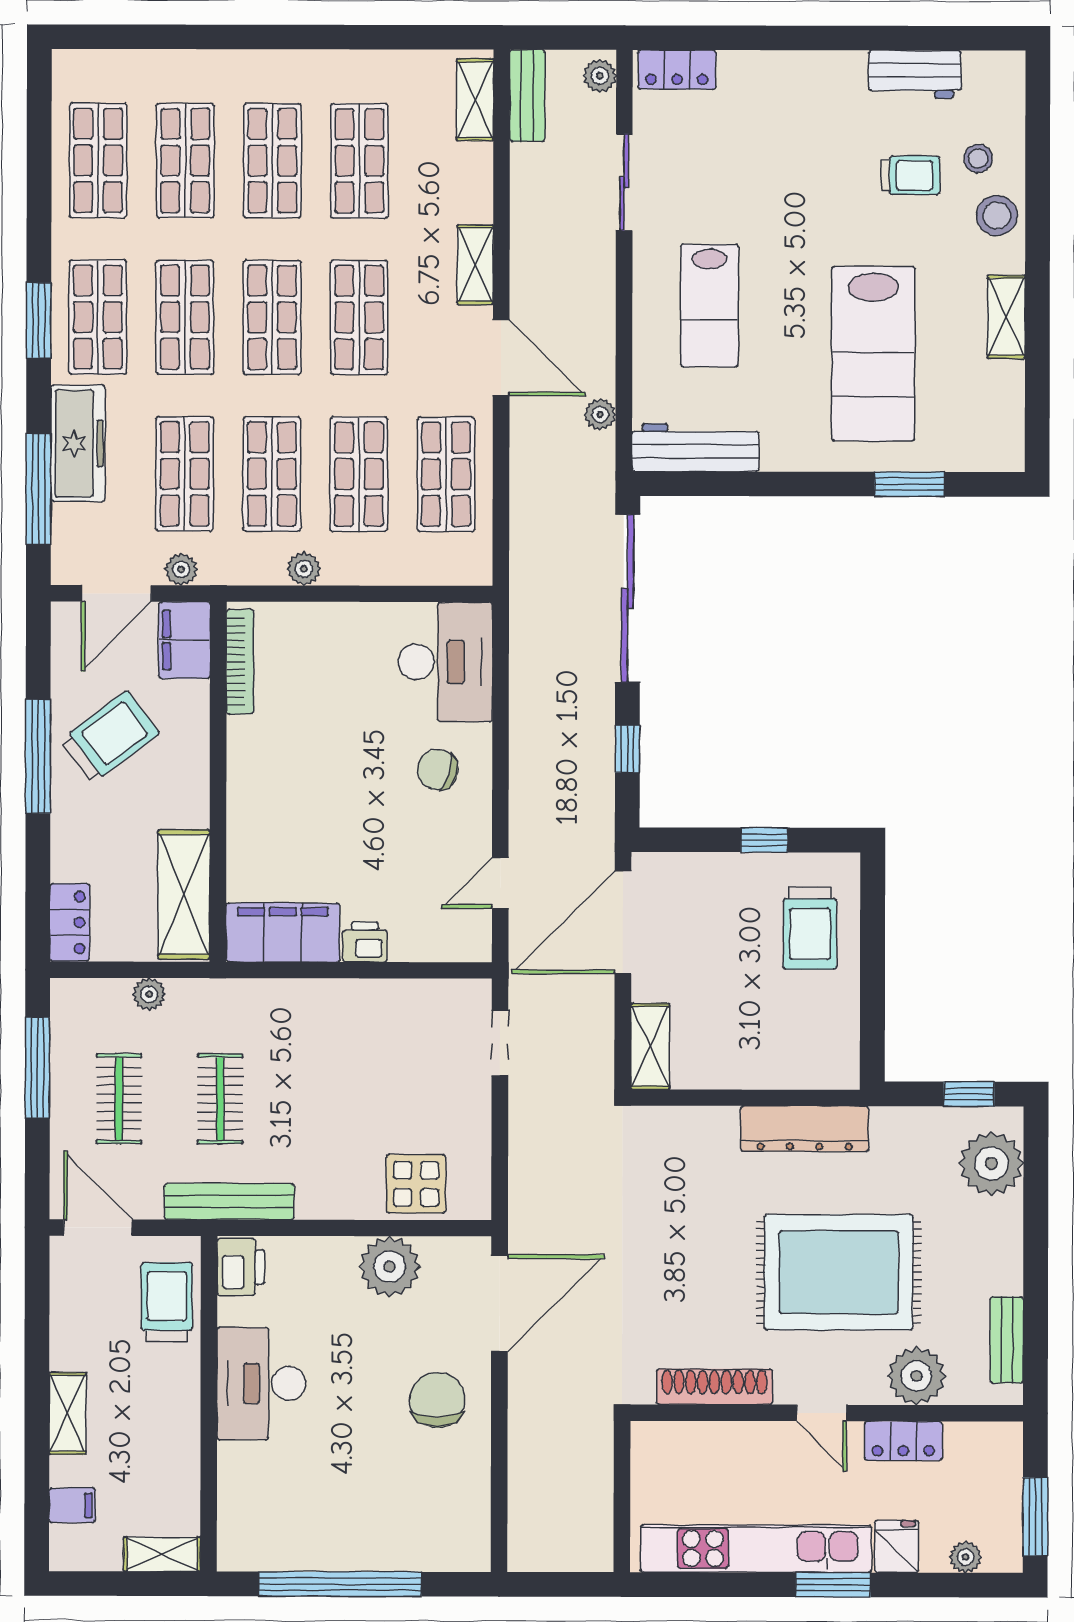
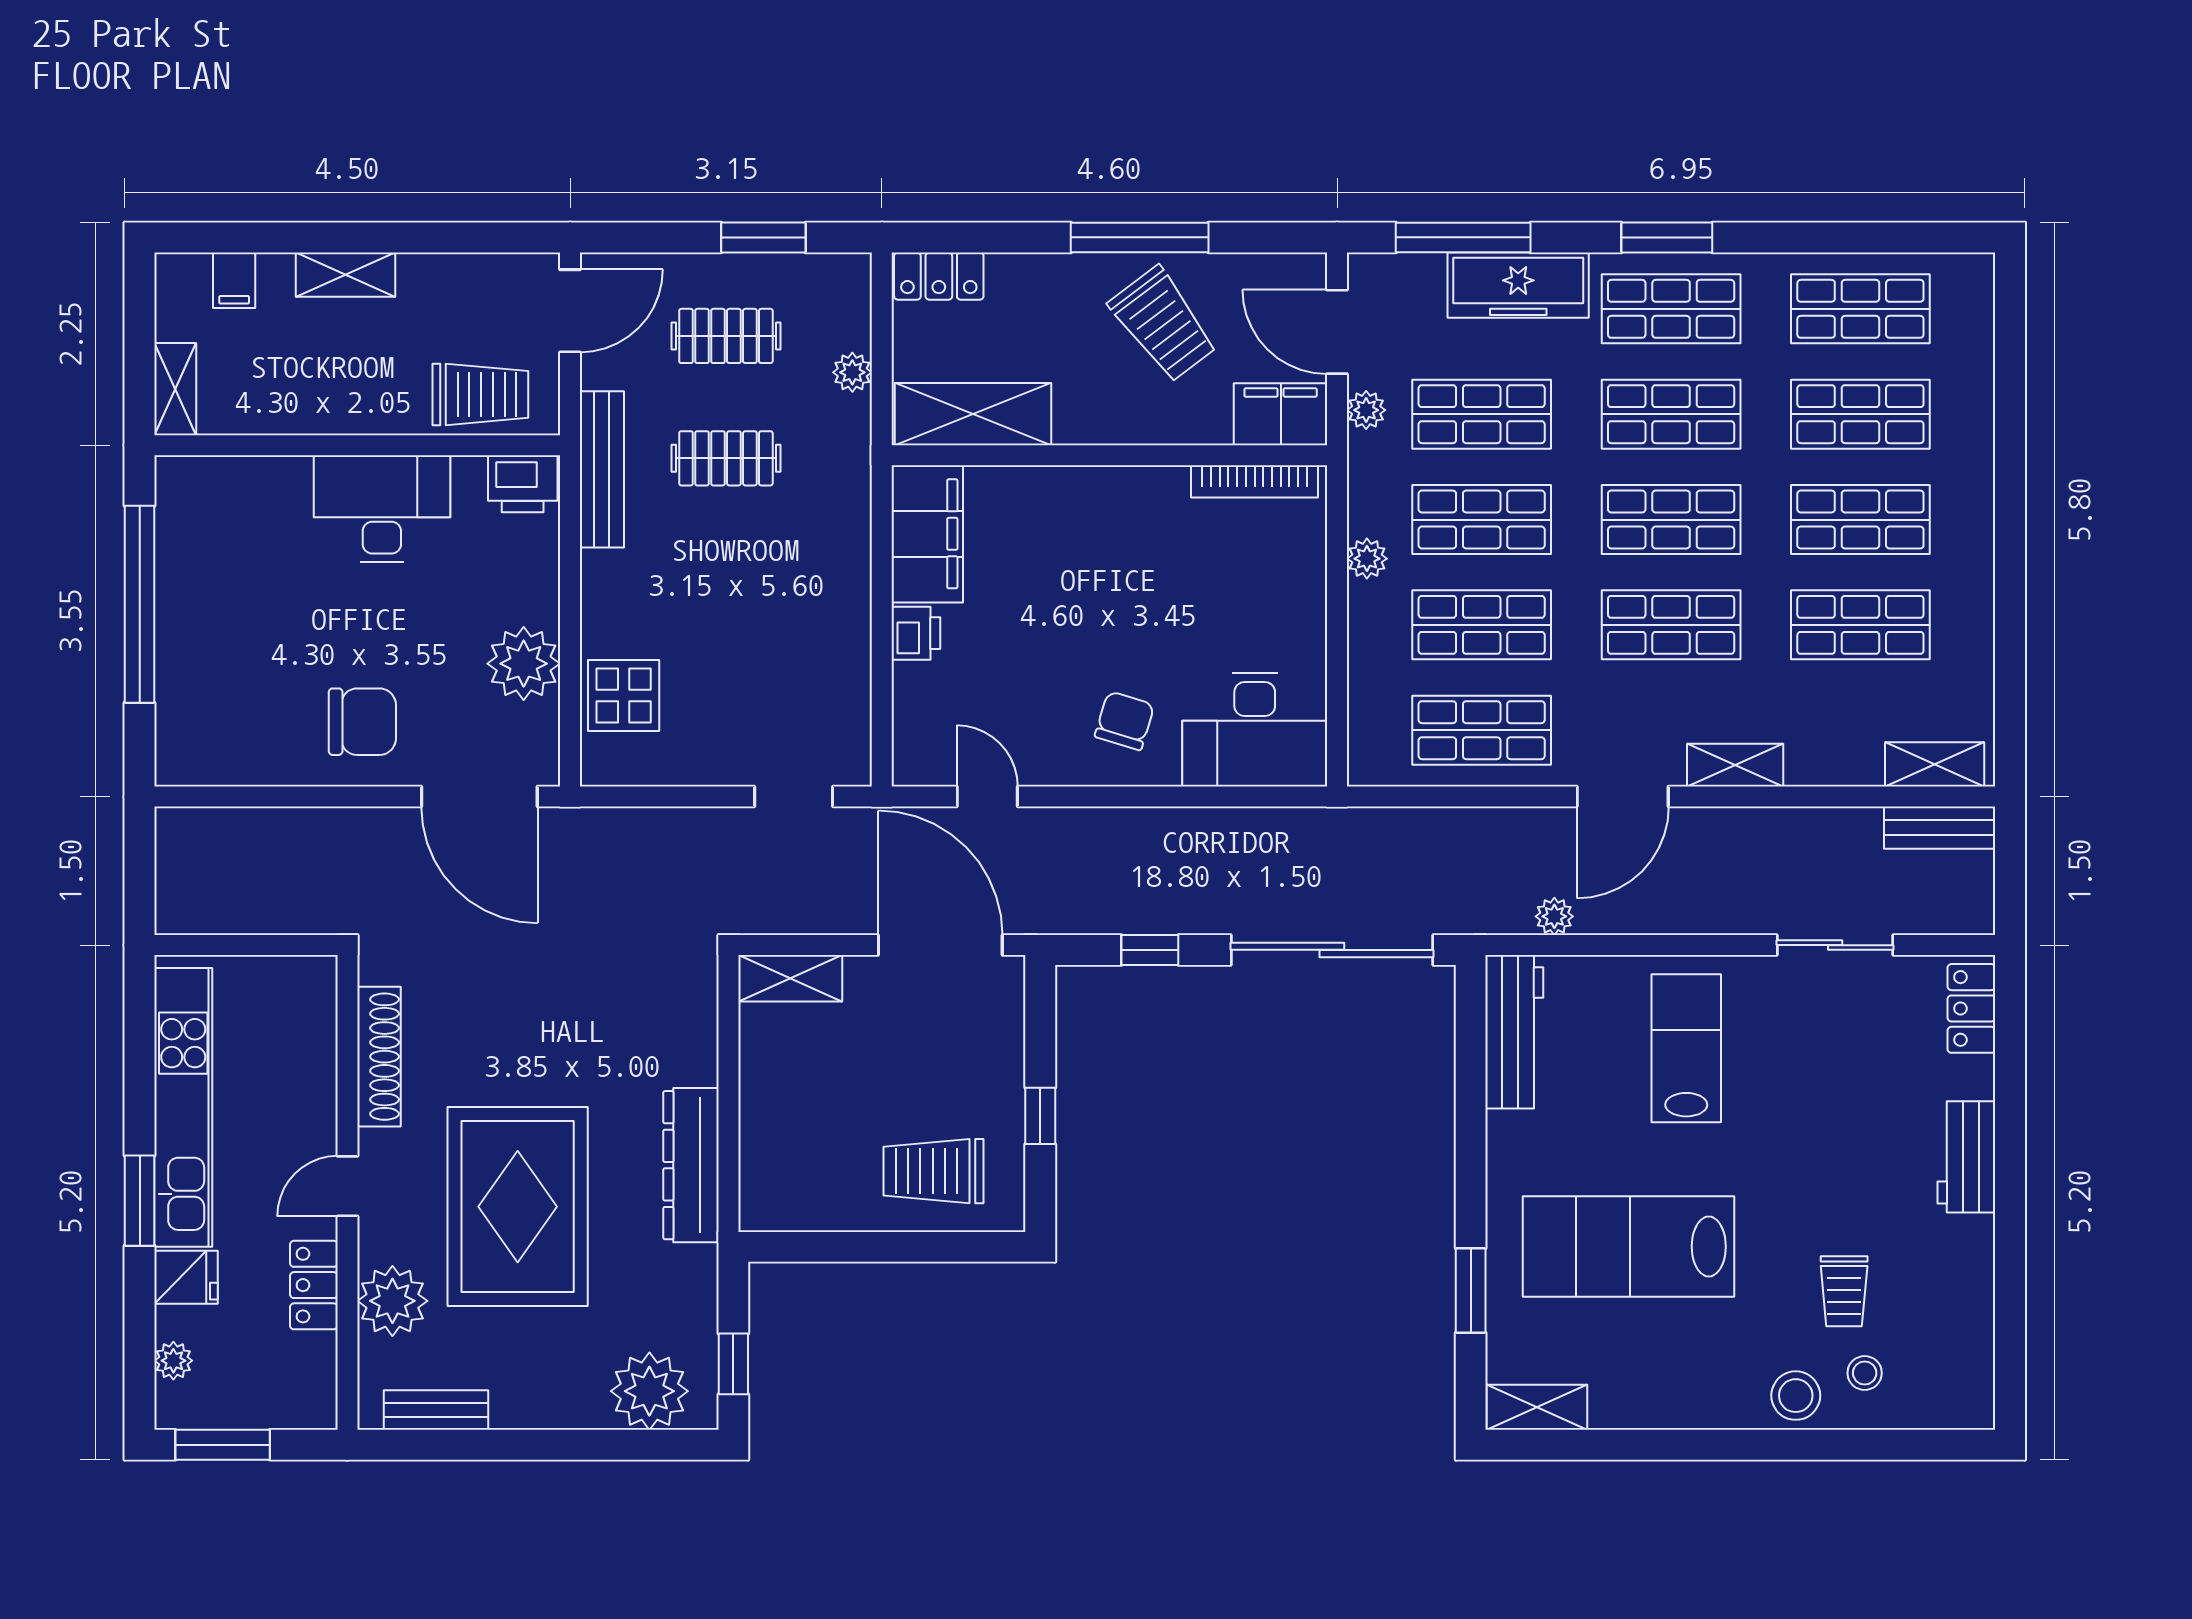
workbench: (915, 74) -> (1966, 1157), moved
plant: (600, 76) -> (1964, 915), removed
lab bench: (709, 305) -> (1686, 1048), turned 90
shelving: (1006, 317) -> (1537, 1407), moved
window: (37, 1068) -> (763, 237), width x0.69

